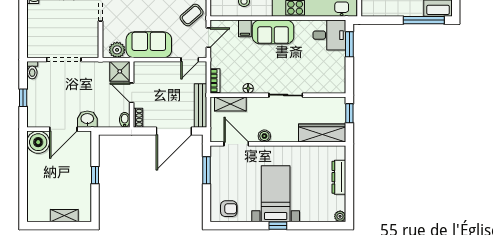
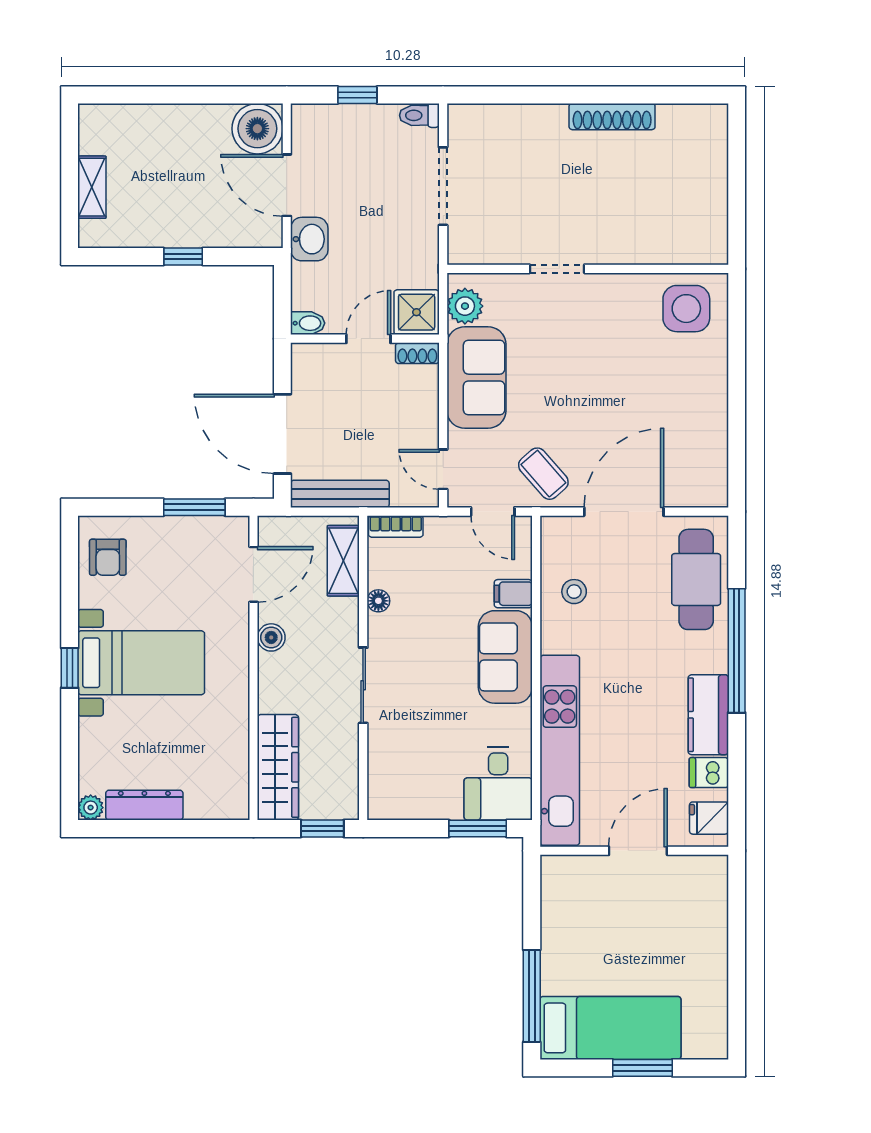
shoe rack: (138, 118) -> (417, 353), moved
dresser: (339, 177) -> (144, 805), moved

